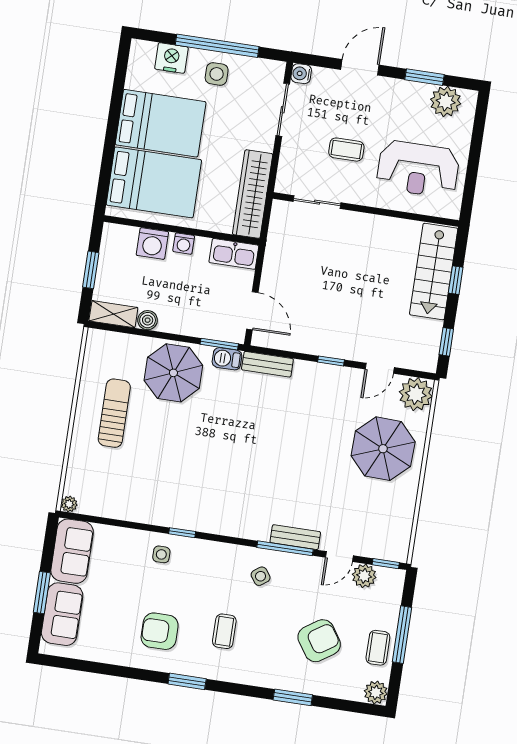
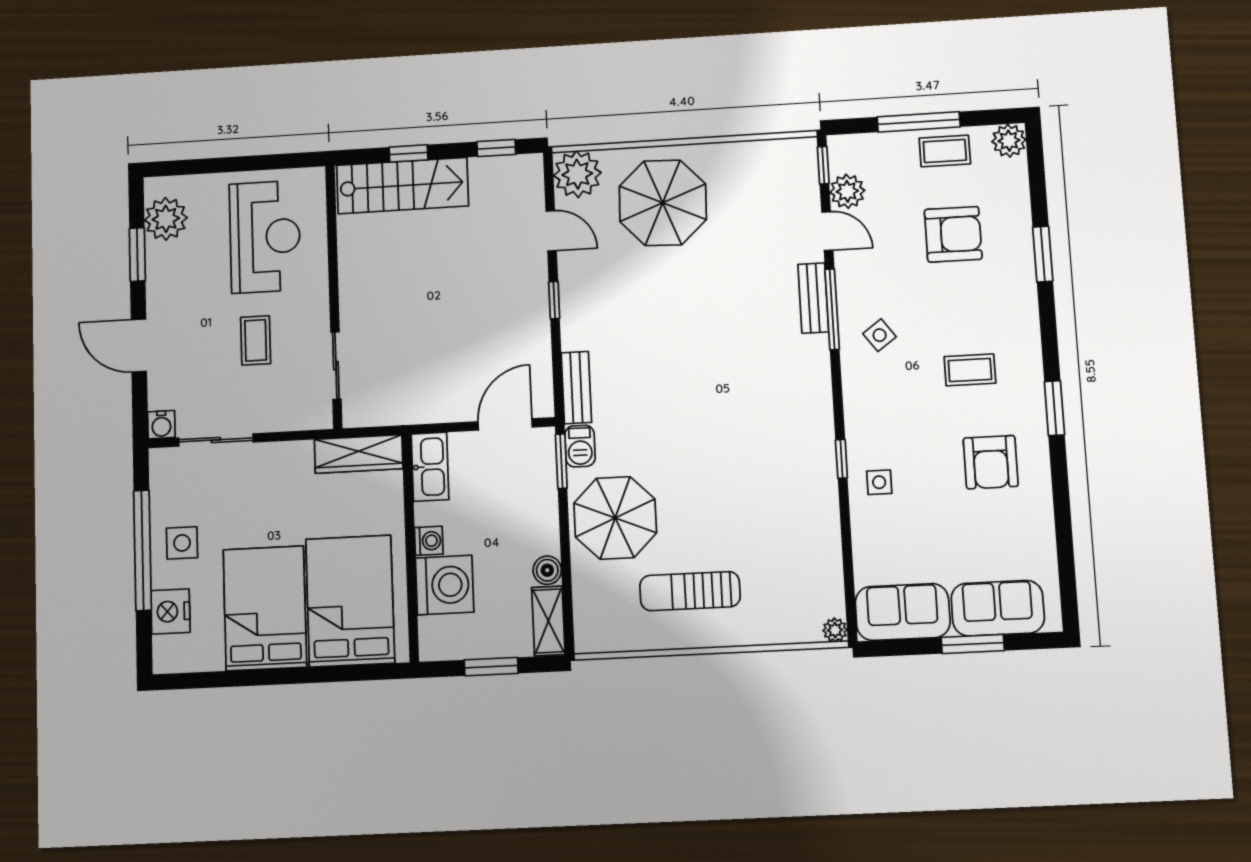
wardrobe: (253, 194) -> (359, 454), width x0.71, depth x0.85
washing machine: (152, 244) -> (445, 585), width x1.37, depth x1.37
armchair: (319, 641) -> (953, 234), turned 124

